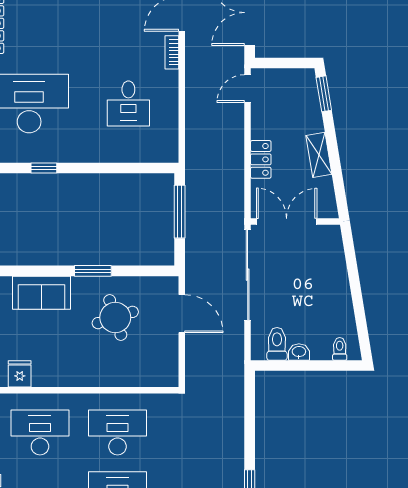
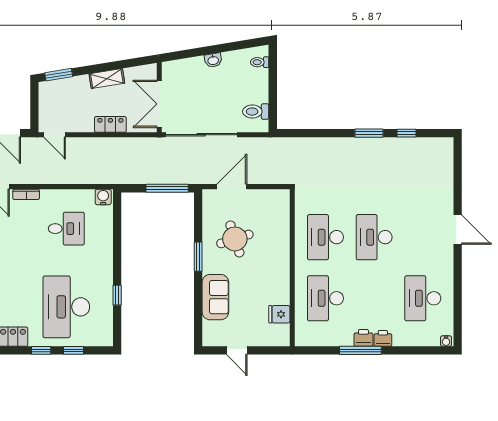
water cooler: (169, 150) -> (103, 197), added
window: (180, 212) -> (167, 188), moved
washbasin: (299, 352) -> (213, 60), moved, turned -99

